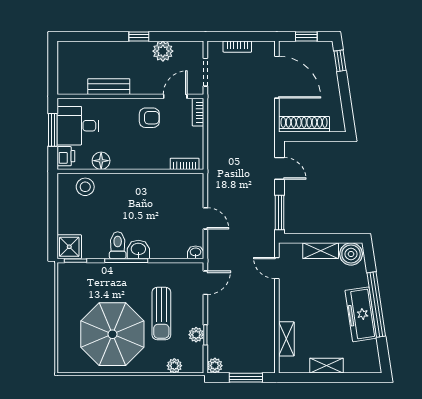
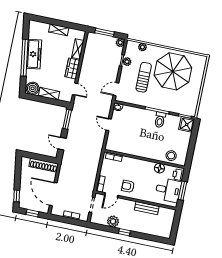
washbasin: (138, 249) -> (149, 115), removed
wardrobe: (289, 303) -> (72, 68), added

